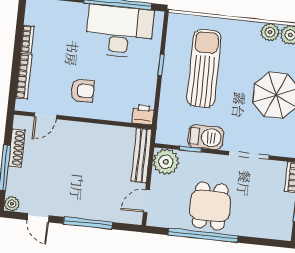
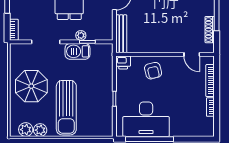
sun lounger: (204, 68) -> (66, 108), moved
armchair: (83, 91) -> (153, 71), moved, turned -104
door: (46, 116) -> (192, 54), swing flipped
plant: (166, 162) -> (81, 35), moved, width x0.53, depth x0.53

